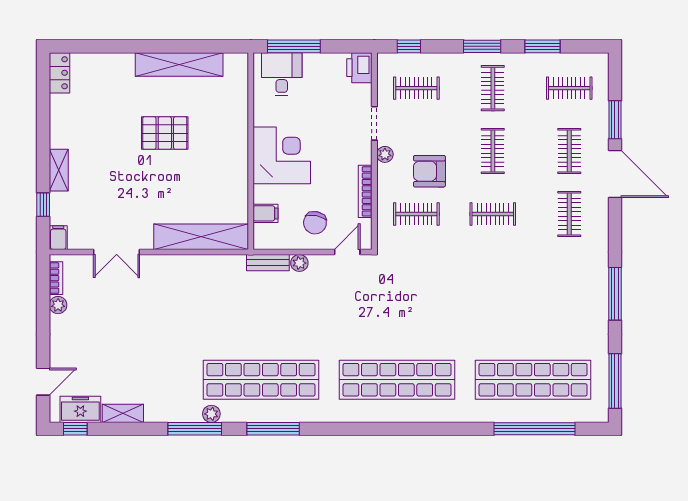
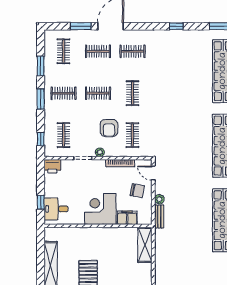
window: (294, 46) -> (41, 202), width x0.46
filing cabinet: (266, 213) -> (127, 218), width x2.00
shelving: (201, 237) -> (145, 245), width x0.68
window: (615, 294) -> (176, 26), width x0.46

